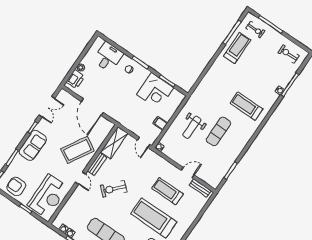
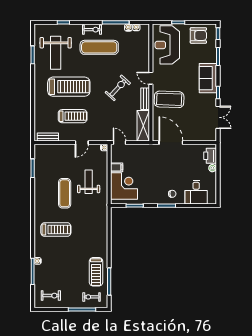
corner desk: (155, 91) -> (124, 186), moved, turned 90
double door: (47, 107) -> (218, 117), swing flipped
door: (92, 107) -> (171, 143), moved
coffee table: (77, 150) -> (169, 99), turned 62
door: (188, 173) -> (82, 143), moved

